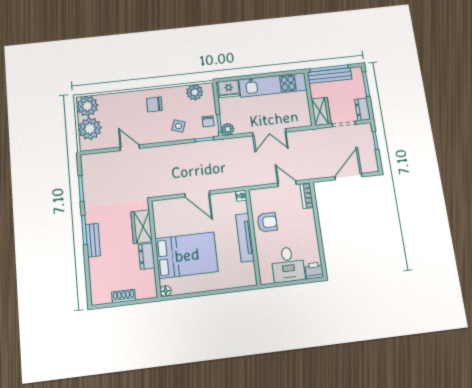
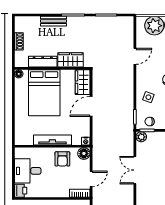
floor lamp: (257, 196) -> (84, 153), added
wardrobe: (168, 208) -> (83, 82), added
bench: (93, 240) -> (53, 21), moved
dresser: (147, 256) -> (43, 62), width x1.44

